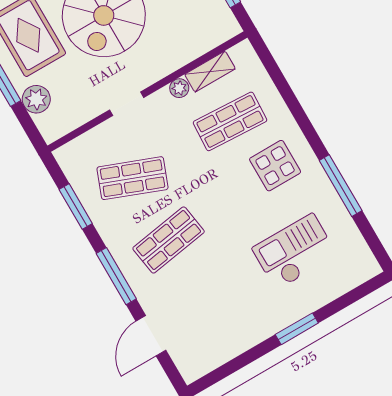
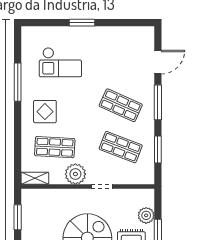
shelving: (210, 72) -> (35, 178), moved
plant: (179, 88) -> (75, 174), width x1.88, depth x1.88
shop shelf: (169, 240) -> (121, 105), turned 33

